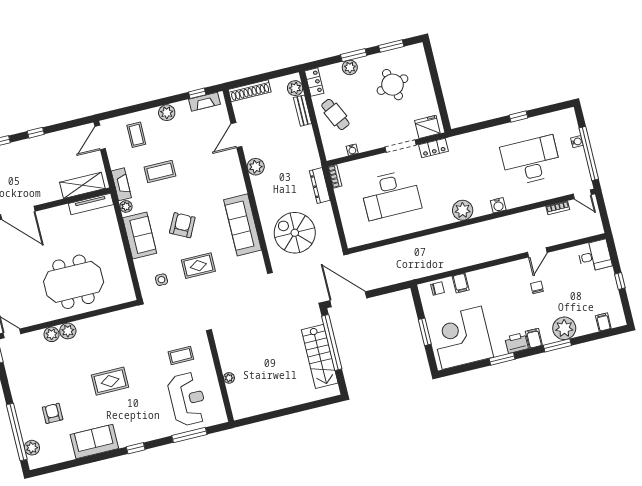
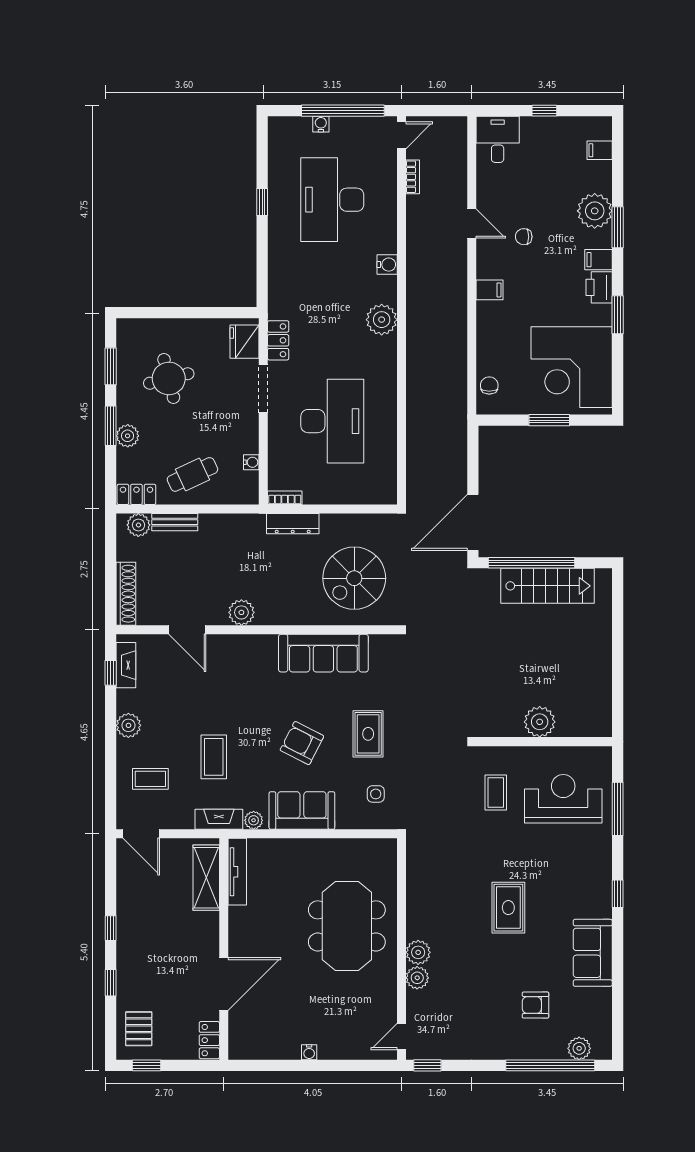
filing cabinet: (461, 283) -> (490, 290), moved
plant: (229, 378) -> (540, 722), width x1.88, depth x1.88

